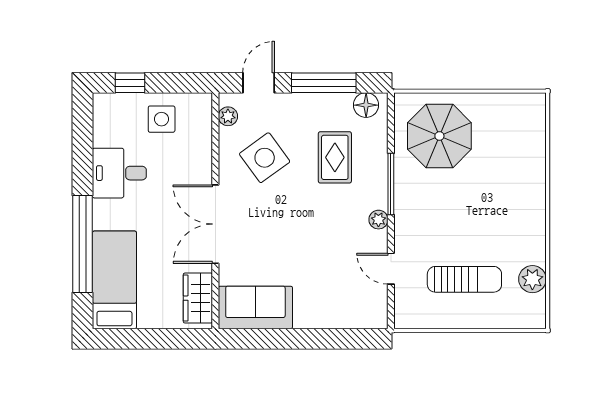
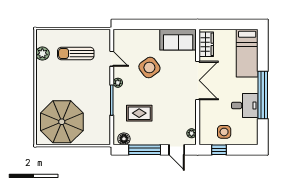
window: (130, 83) -> (219, 150), moved
door: (259, 83) -> (177, 150), hinge flipped
parasol: (439, 136) -> (62, 122), moved, width x1.36, depth x1.36
rug: (335, 157) -> (139, 113), turned 90
side table: (265, 158) -> (149, 67), moved
window: (83, 244) -> (263, 95), moved

